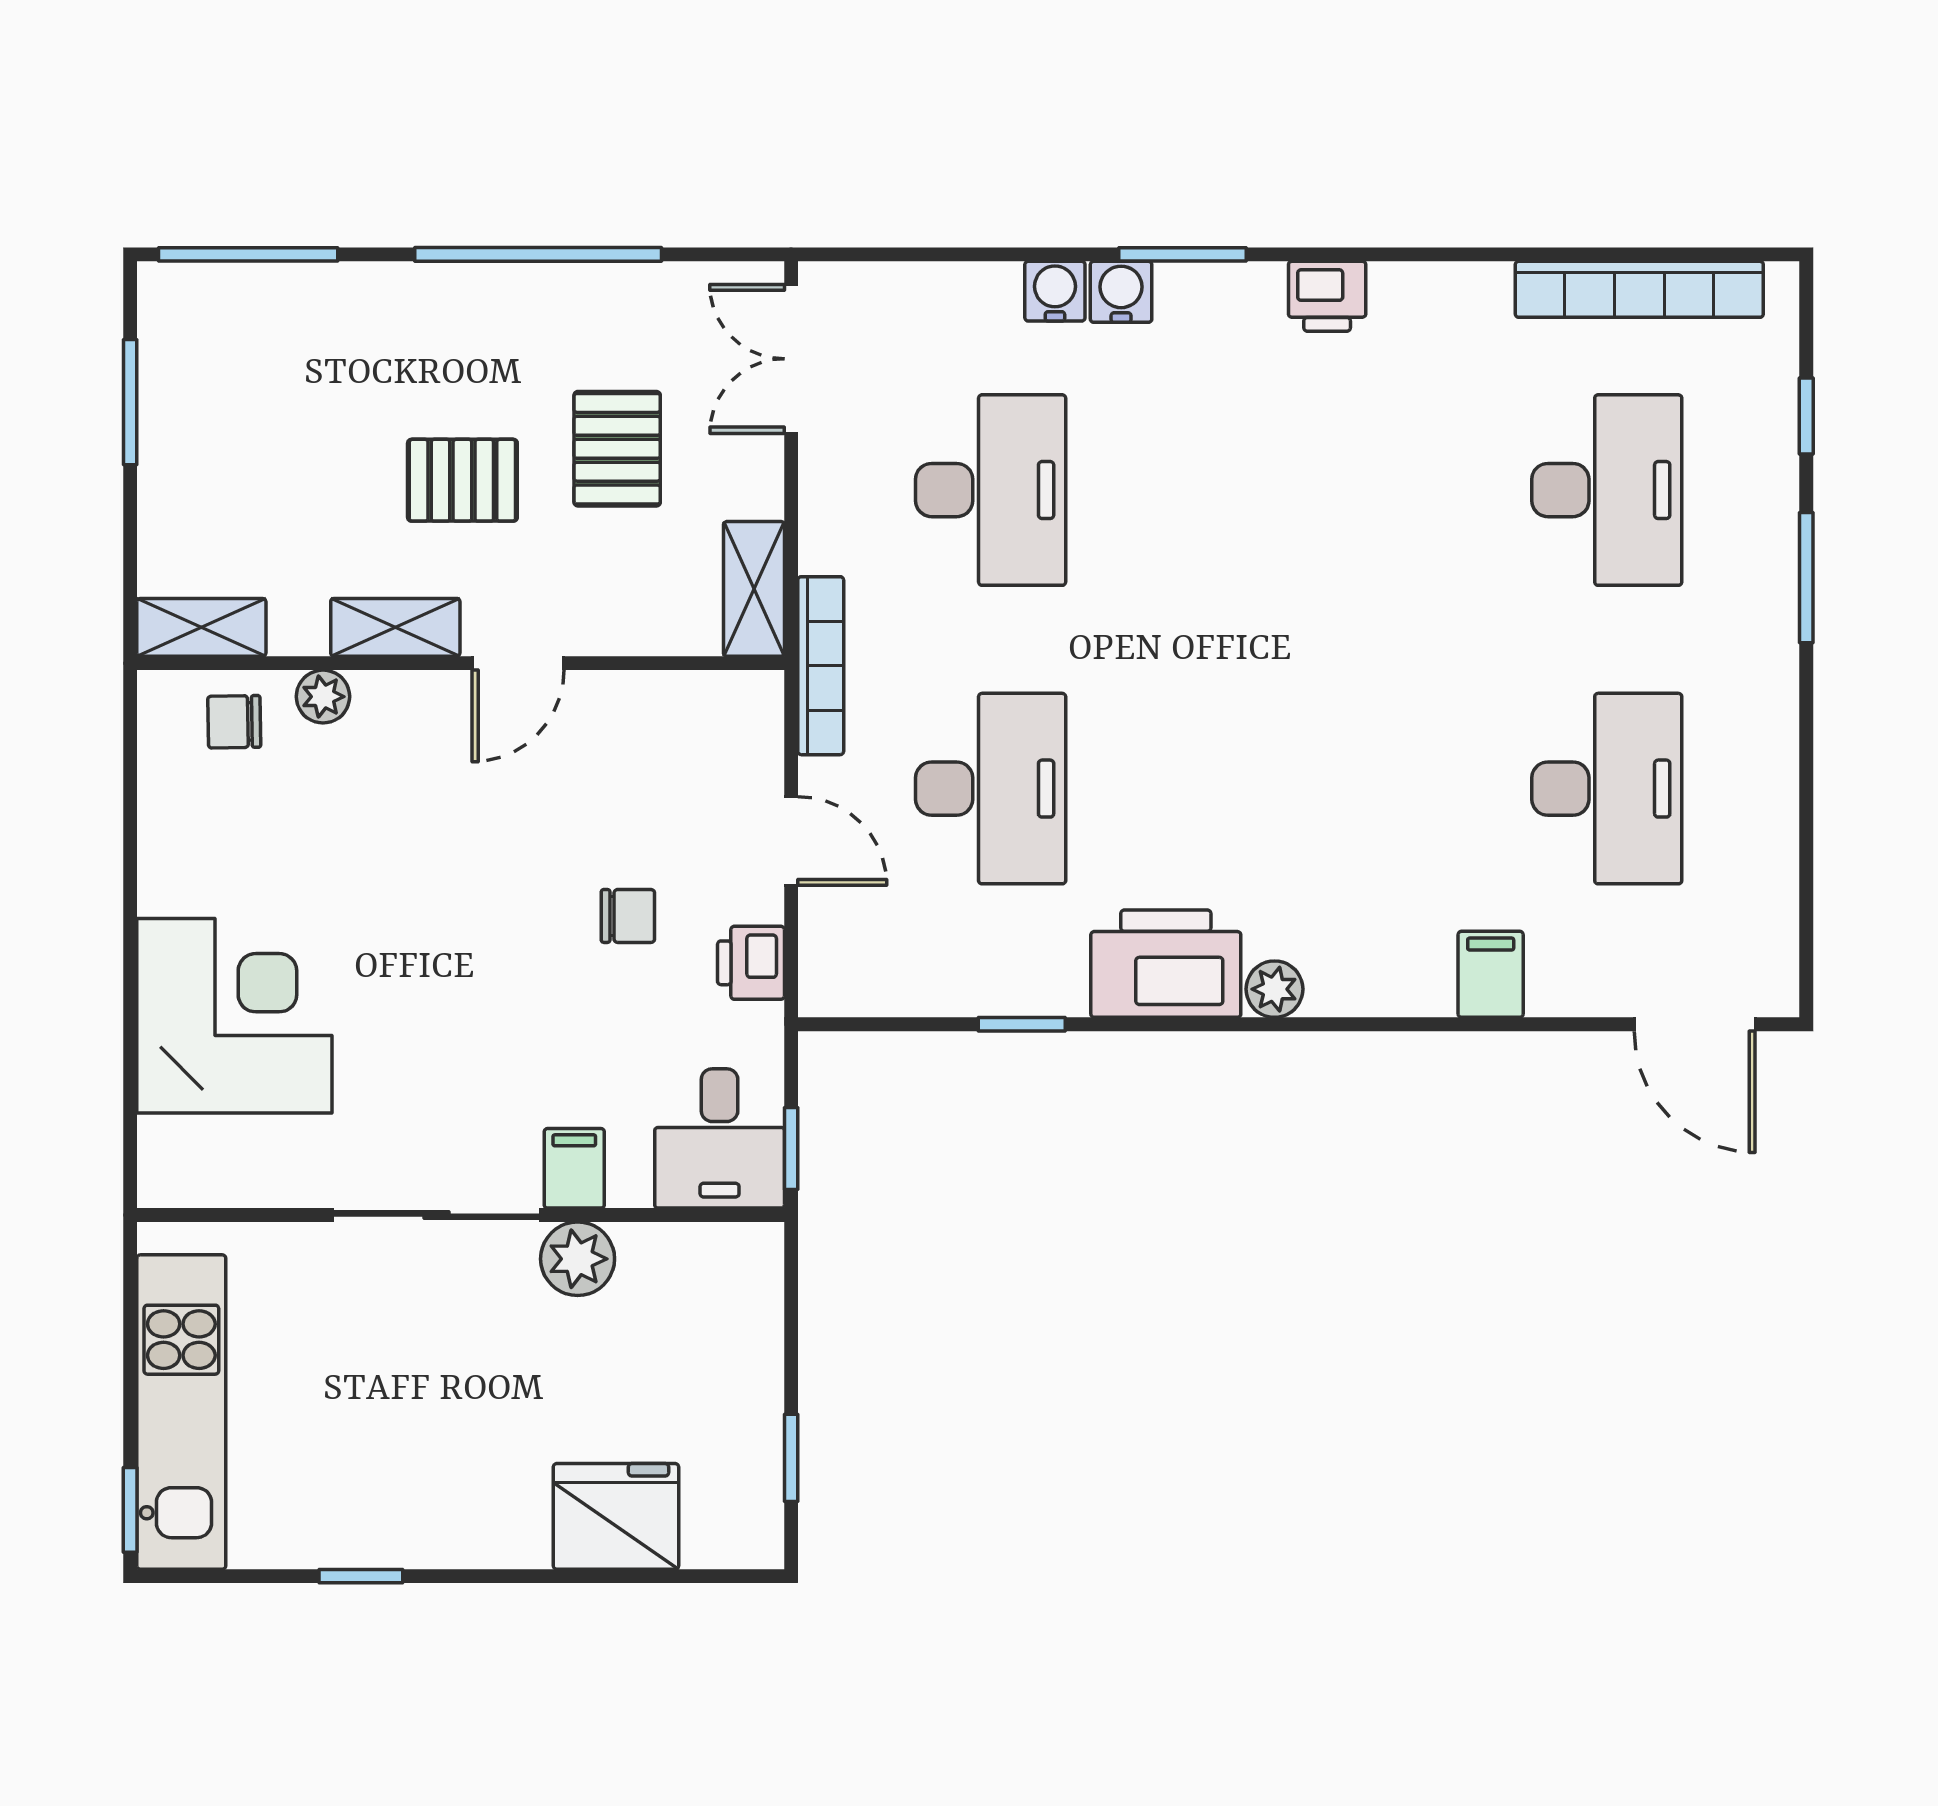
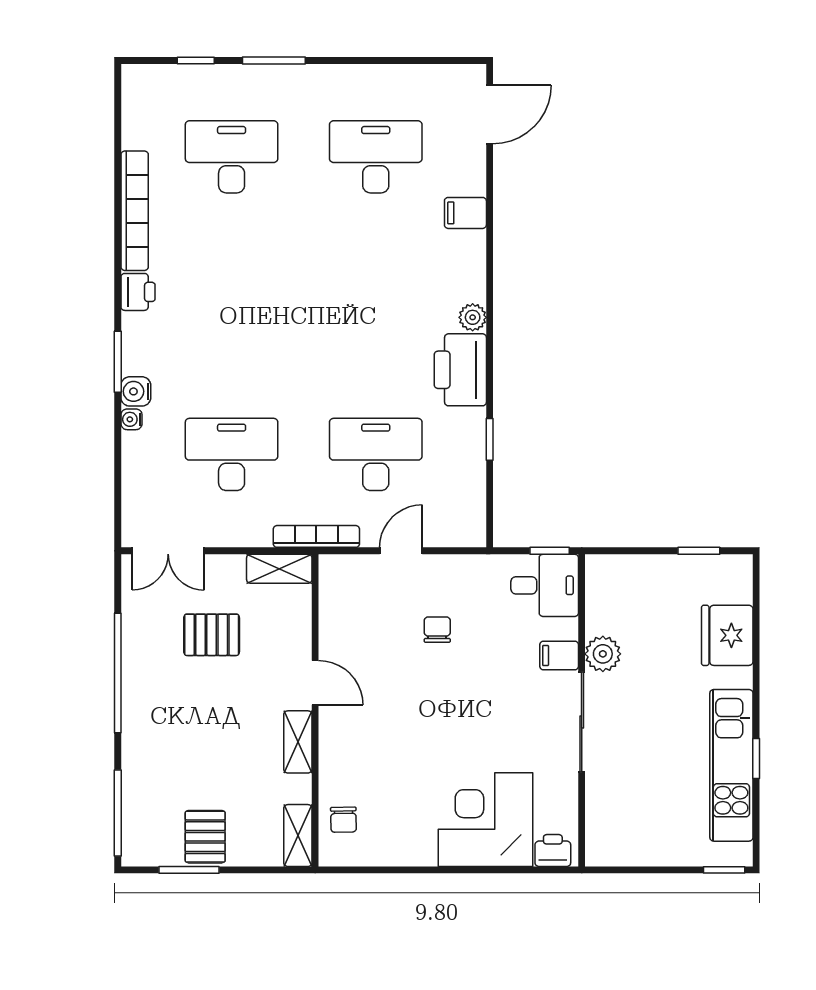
bookcase: (1639, 289) -> (135, 211), moved
water cooler: (1055, 291) -> (132, 419), width x0.72, depth x0.72
pallet: (462, 480) -> (205, 837), moved
plant: (323, 697) -> (331, 777), removed
printer: (751, 963) -> (553, 851), moved, turned 180
kitchen unit: (181, 1412) -> (731, 765), moved, turned -90

